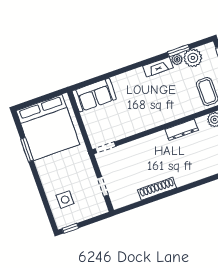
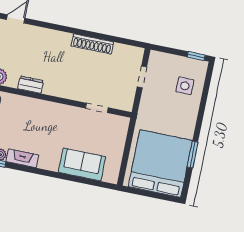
sofa: (94, 95) -> (82, 164), moved
dresser: (182, 130) -> (31, 85), width x0.70
doorway: (106, 147) -> (97, 108), moved

